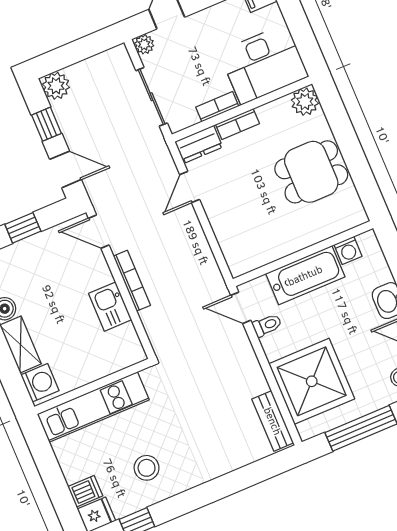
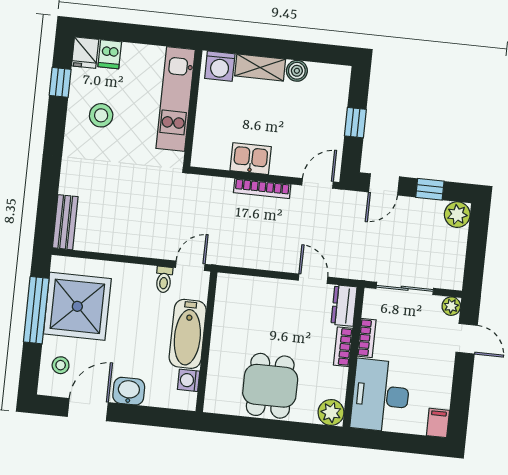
shower: (312, 381) -> (77, 306), moved
bench: (273, 421) -> (65, 222), moved, turned 90

